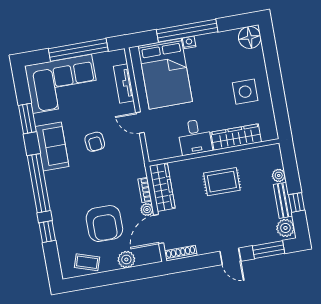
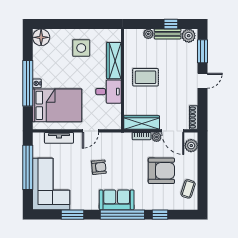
sofa: (52, 147) -> (117, 200), moved
rug: (222, 182) -> (145, 77), turned 90
plant: (126, 259) -> (191, 146), moved

